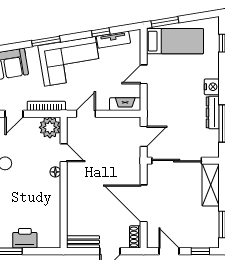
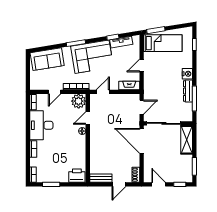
door: (64, 153) -> (88, 118), swing flipped
door: (144, 203) -> (142, 141), moved
printer: (25, 238) -> (77, 176), moved

